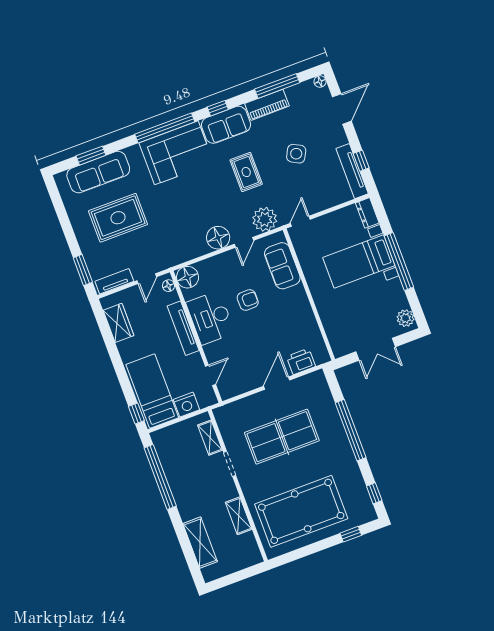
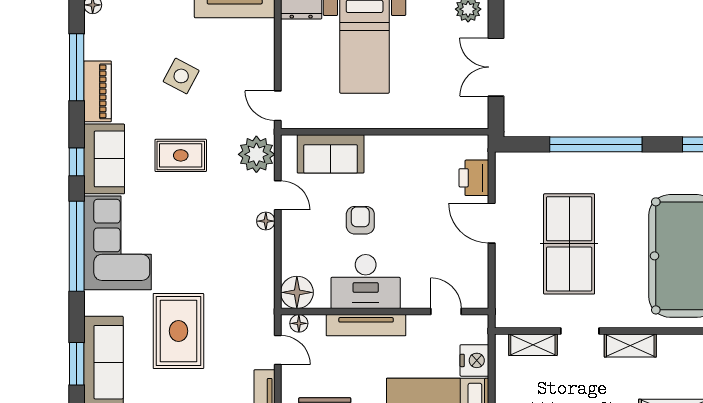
rug: (118, 218) -> (178, 331), moved
floor lamp: (218, 238) -> (266, 221), width x0.53, depth x0.53
double door: (376, 349) -> (496, 67), swing flipped
shelving: (239, 516) -> (630, 346), moved

